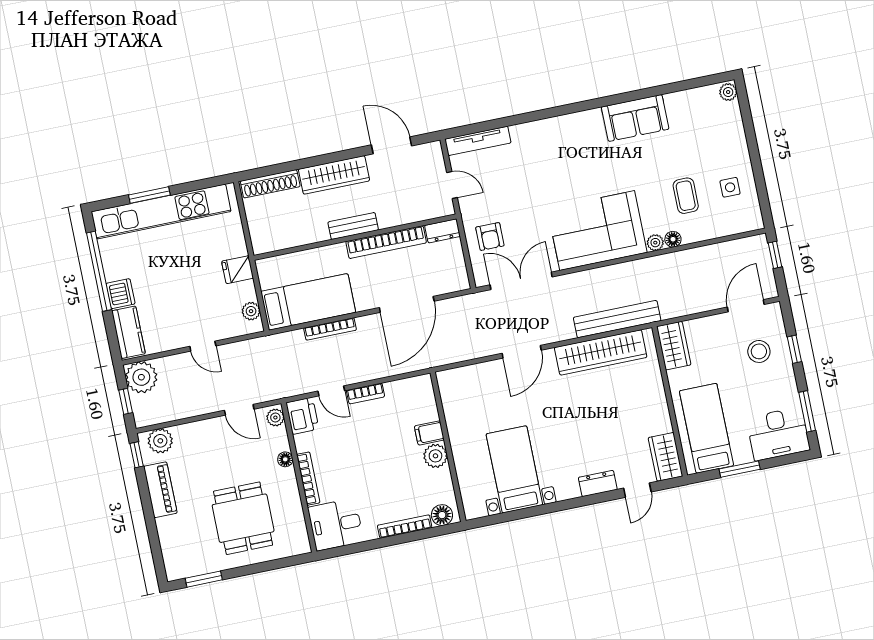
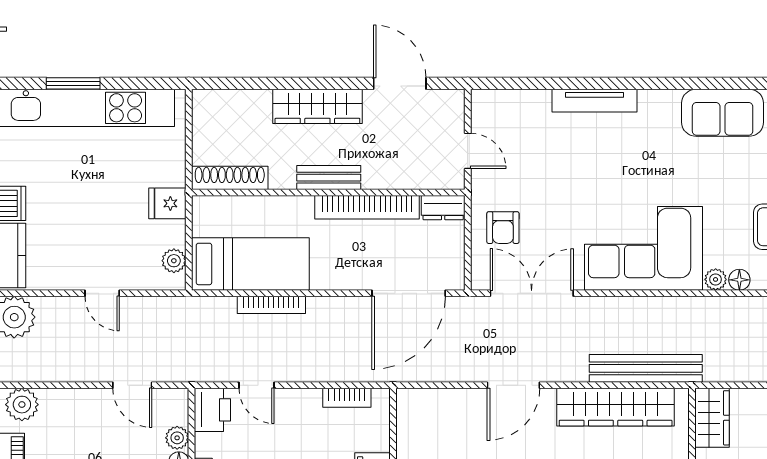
tv unit: (478, 141) -> (595, 101), moved
shoe rack: (270, 184) -> (230, 178), moved, turned 180
door: (407, 304) -> (409, 293), moved
bookcase: (365, 393) -> (347, 398), moved
plant: (275, 417) -> (177, 438), moved

